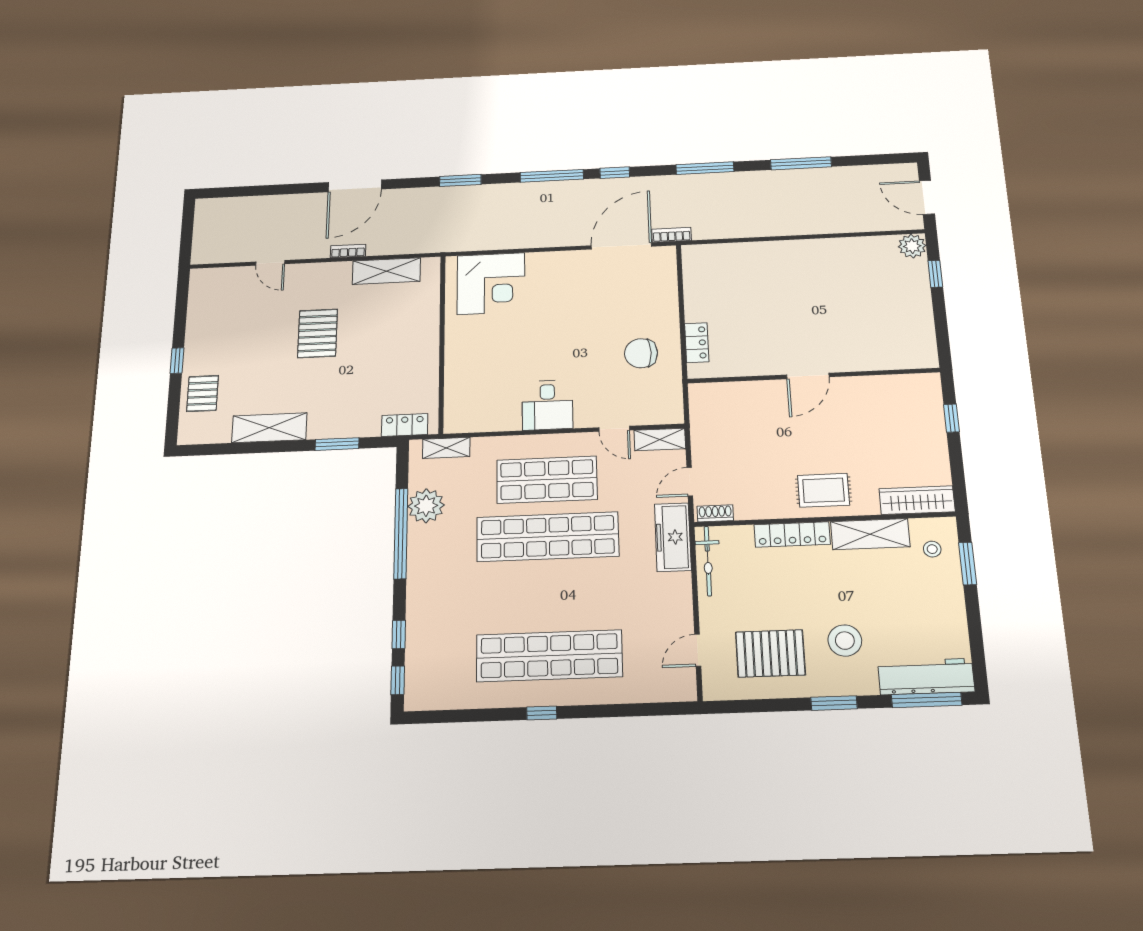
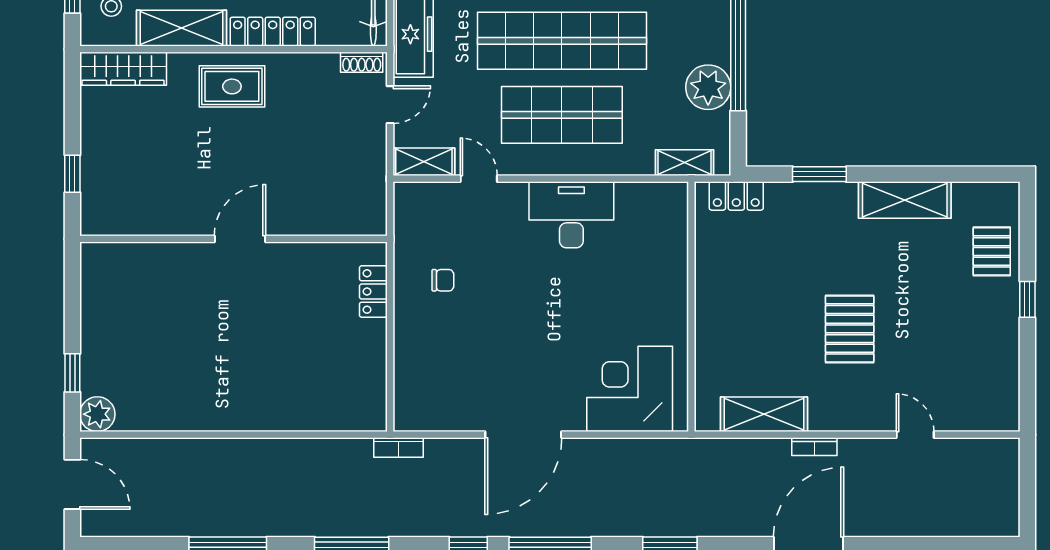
door: (621, 246) -> (523, 435), moved
chair: (641, 353) -> (443, 280), width x0.54, depth x0.54
desk: (547, 405) -> (571, 215), width x1.37

